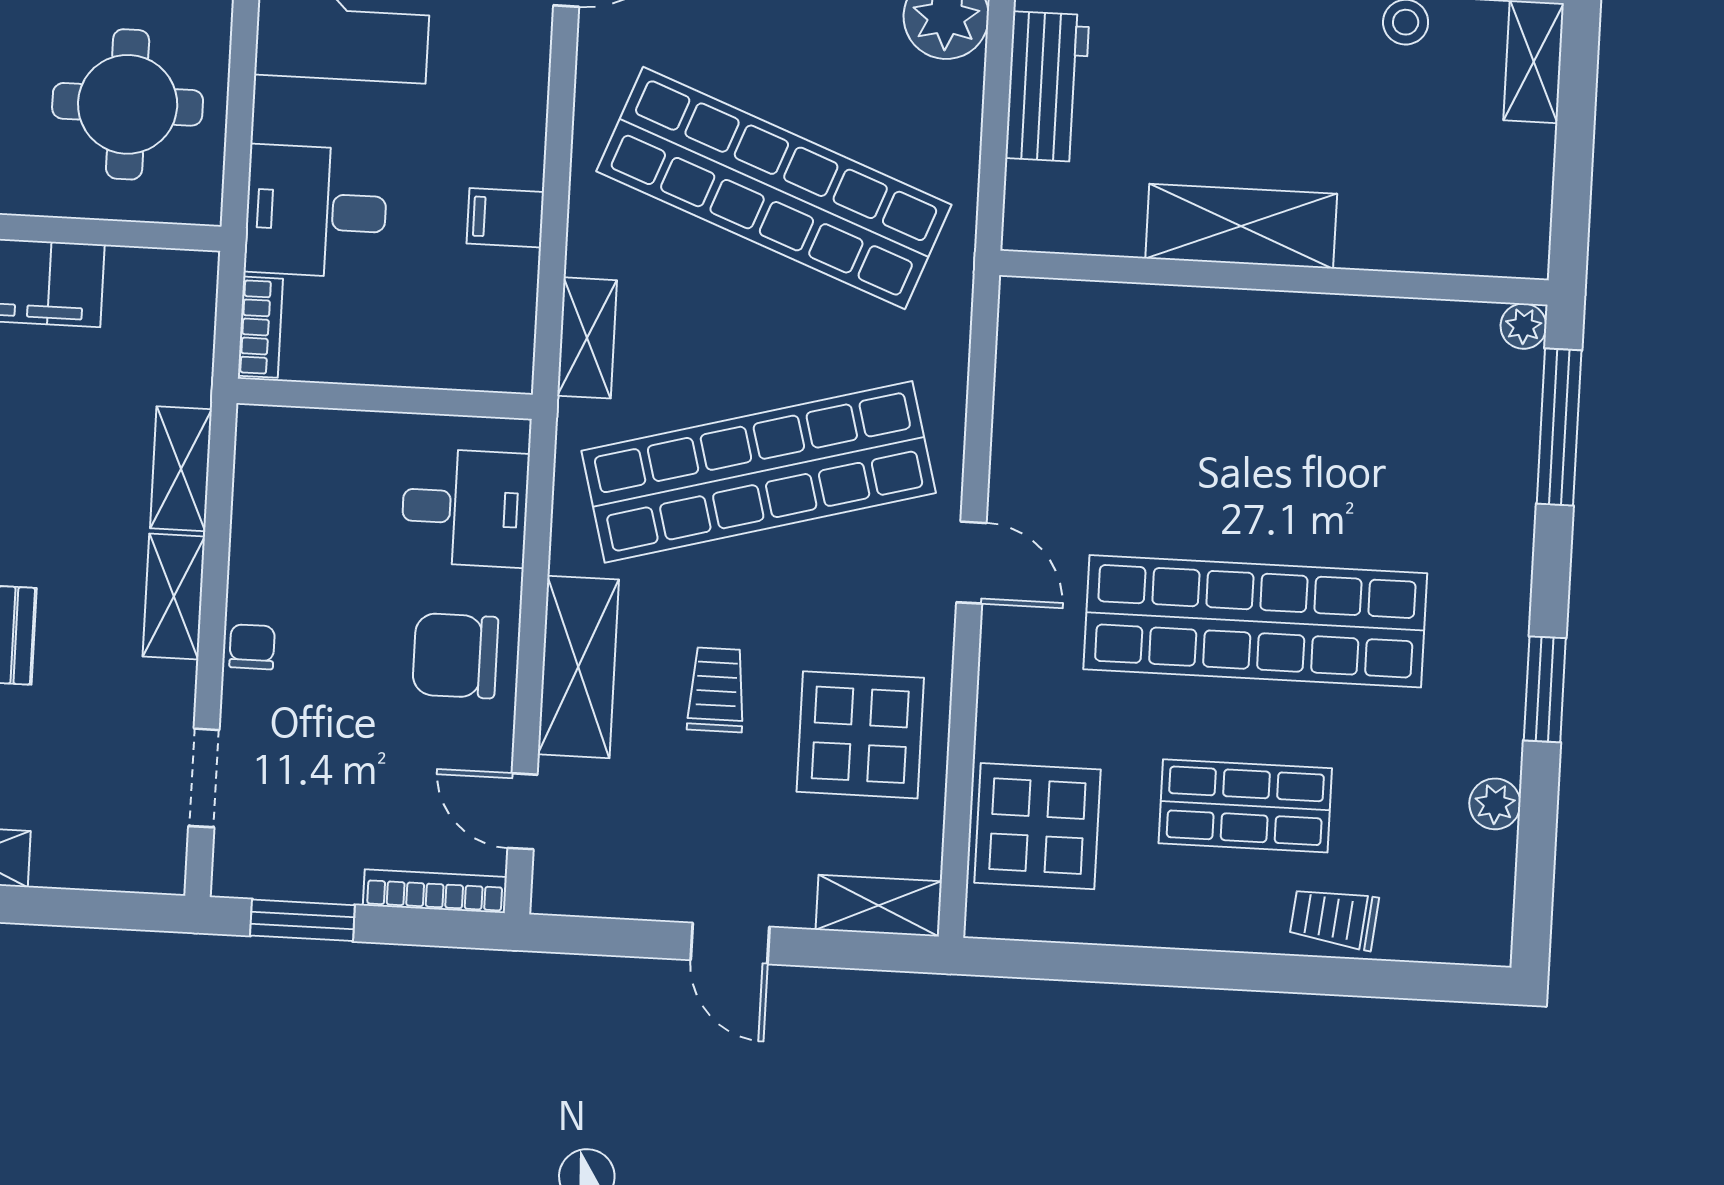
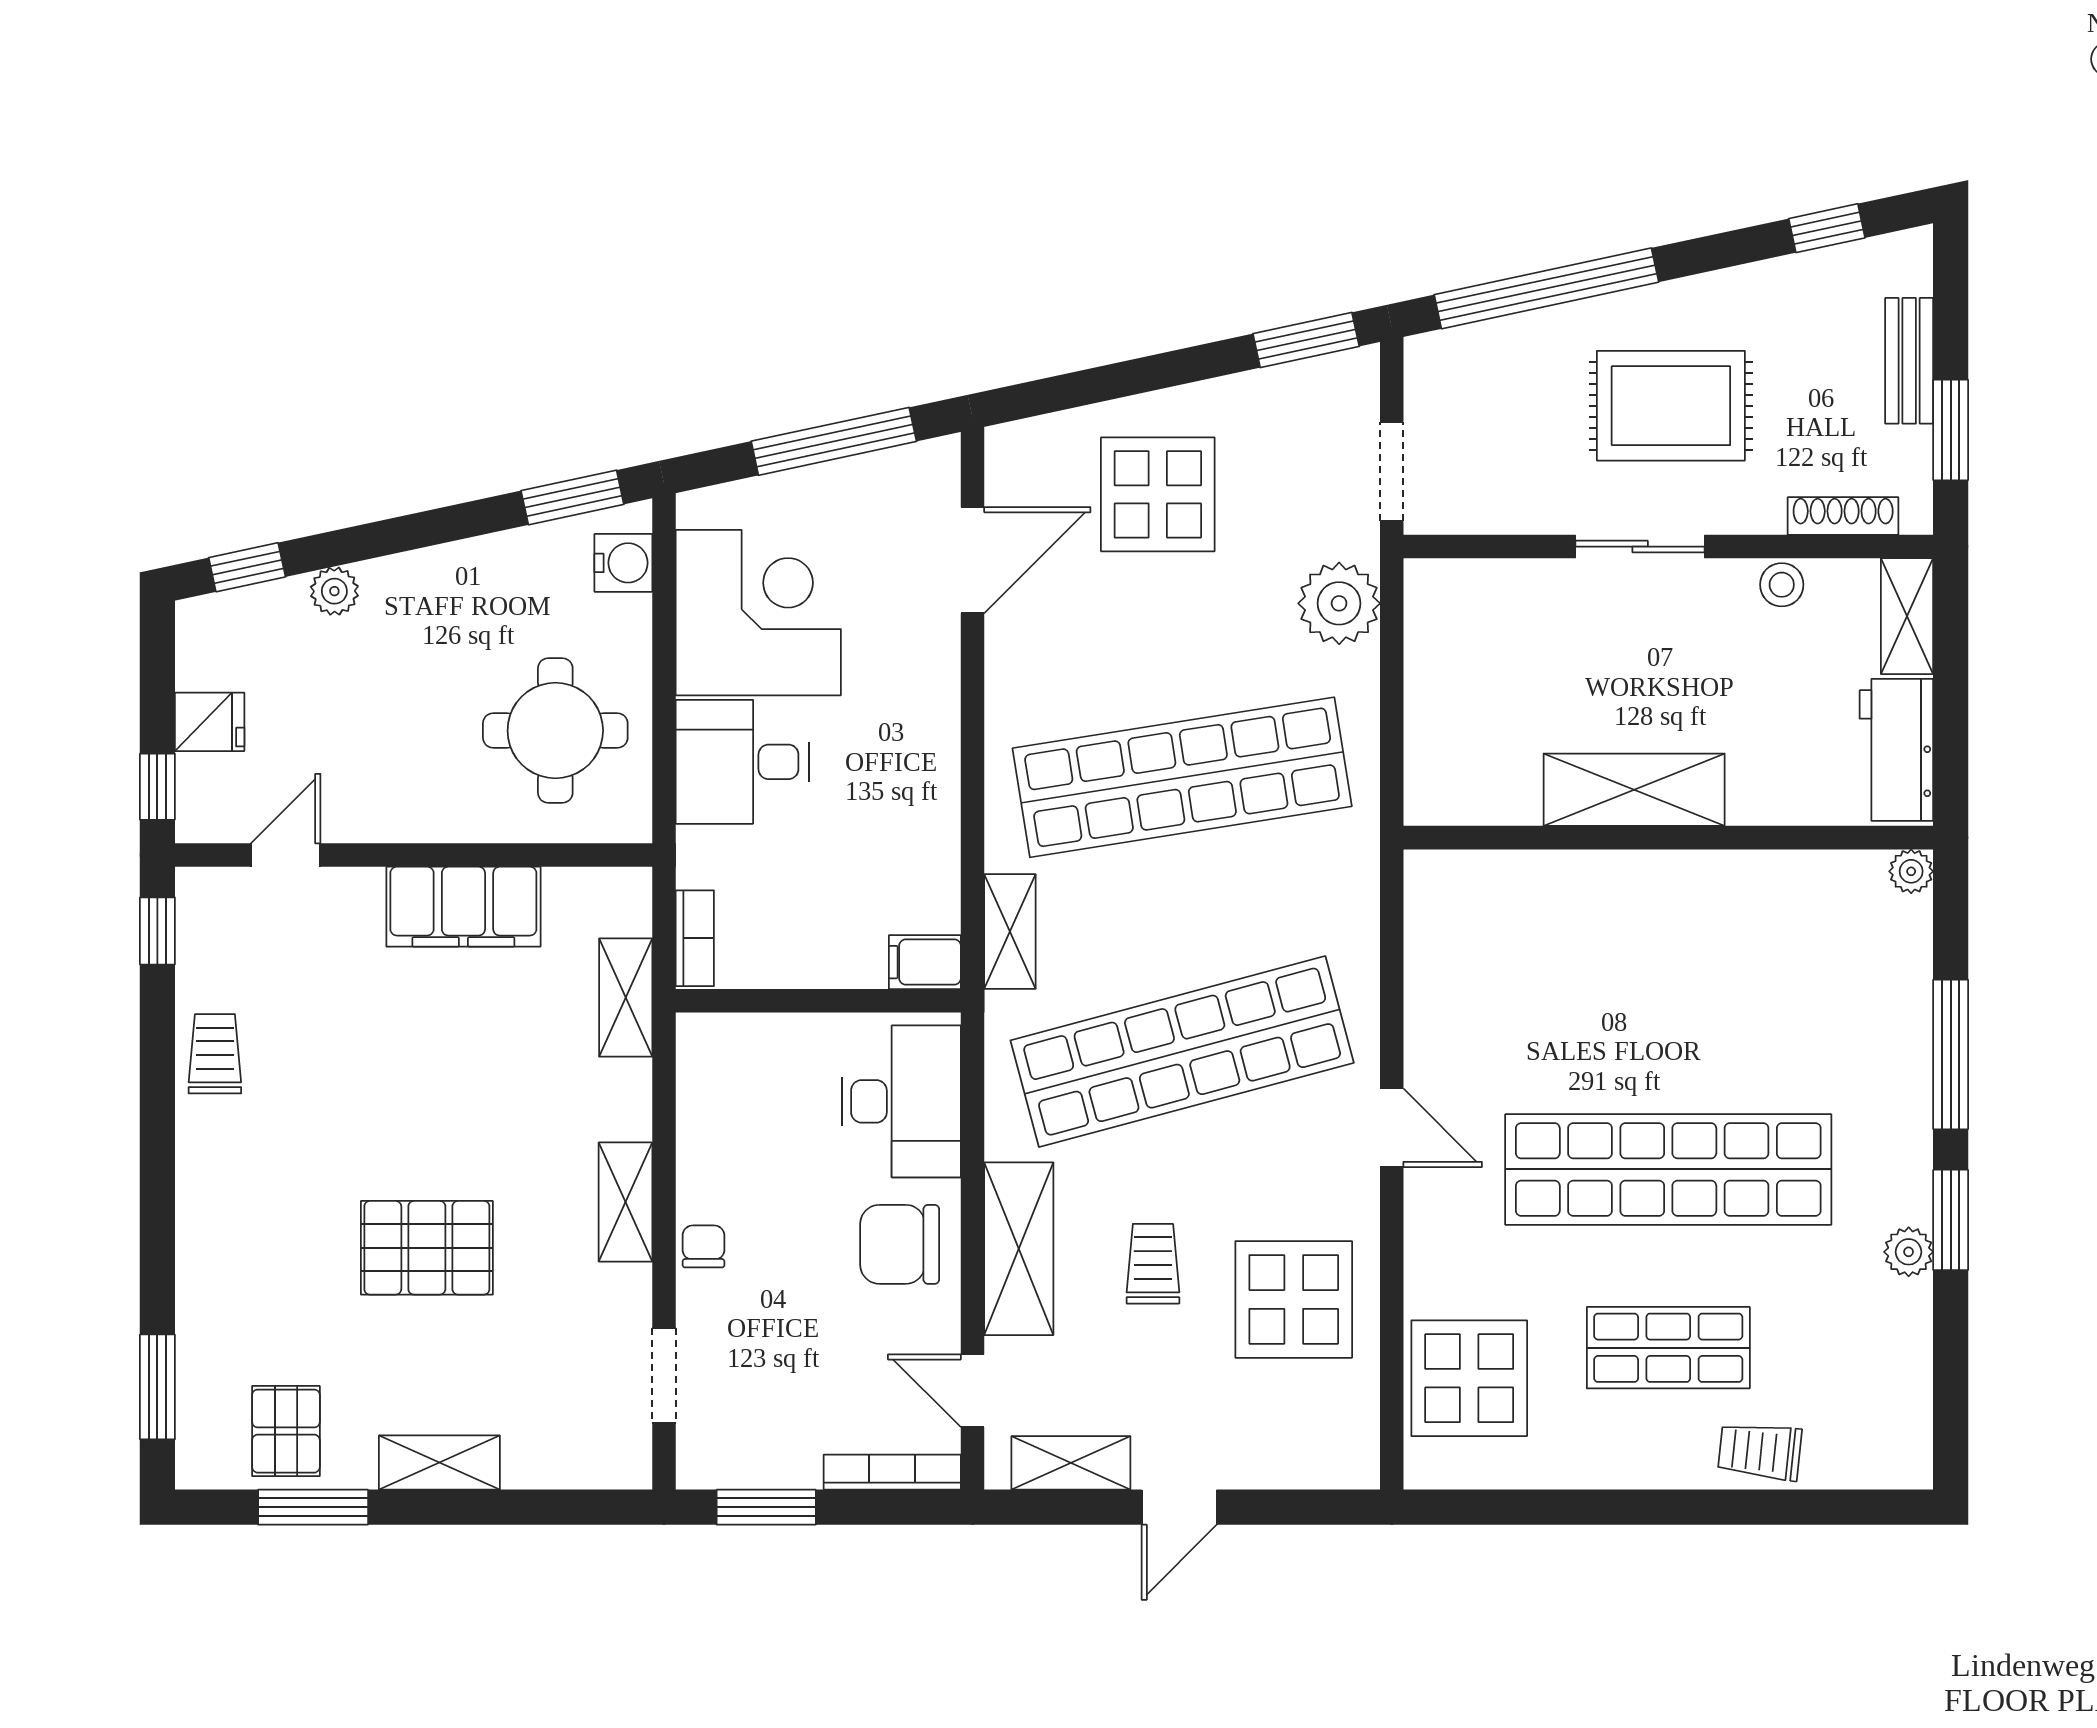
workbench: (1047, 87) -> (1896, 750), moved, turned 180
shop shelf: (774, 188) -> (1182, 777), turned -30
desk: (316, 211) -> (742, 762), moved
filing cabinet: (505, 218) -> (925, 962), moved
window: (1559, 427) -> (1951, 1054), moved
shelving: (181, 469) -> (626, 998), moved
desk: (465, 508) -> (901, 1101), width x1.37
plant: (1495, 804) -> (1909, 1252), moved
shelving: (879, 906) -> (1071, 1463), moved
door: (730, 943) -> (1179, 1507), hinge flipped

